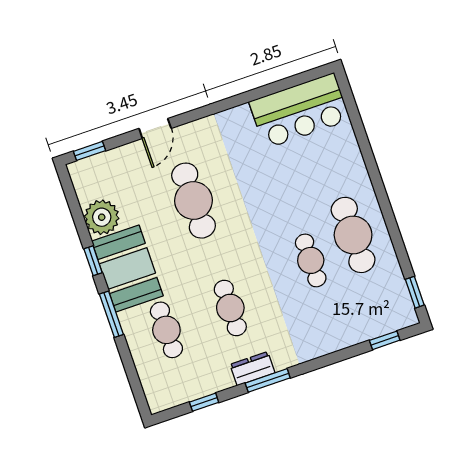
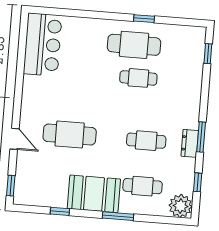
plant: (102, 217) -> (181, 206), moved
window: (93, 261) -> (60, 211), moved
window: (415, 292) -> (144, 19), moved

